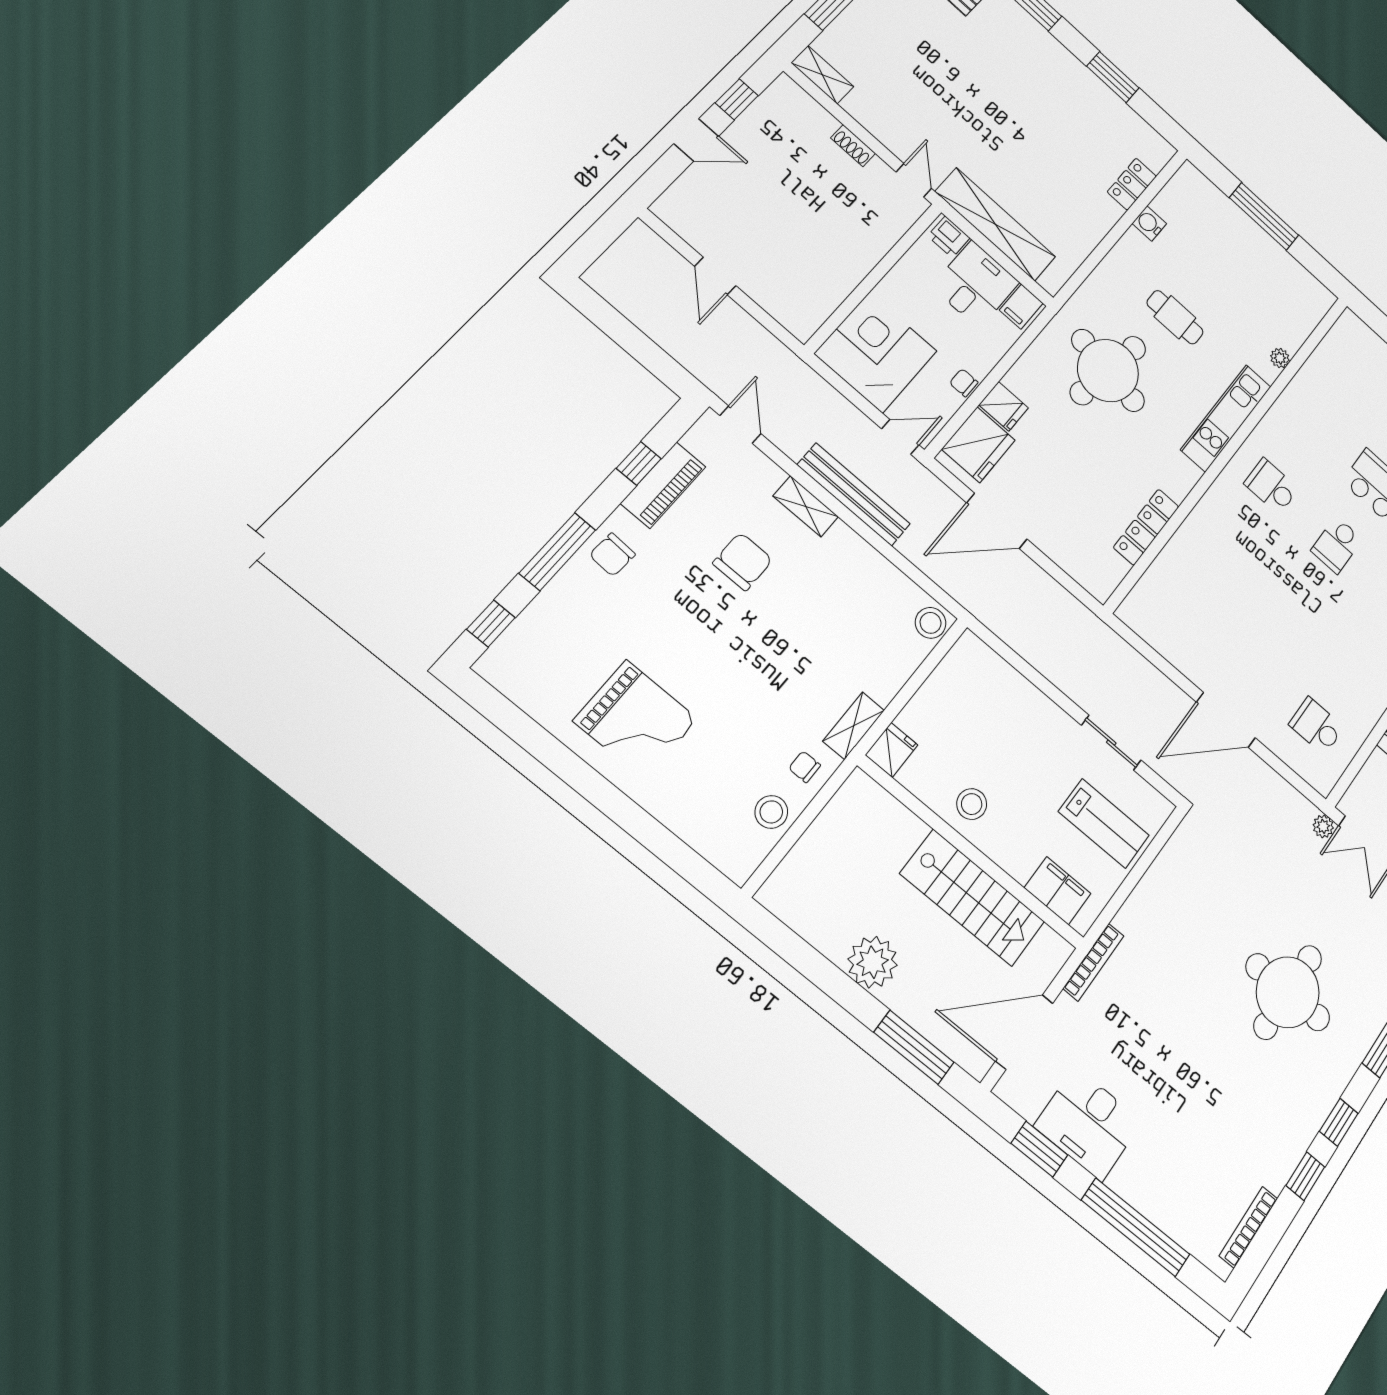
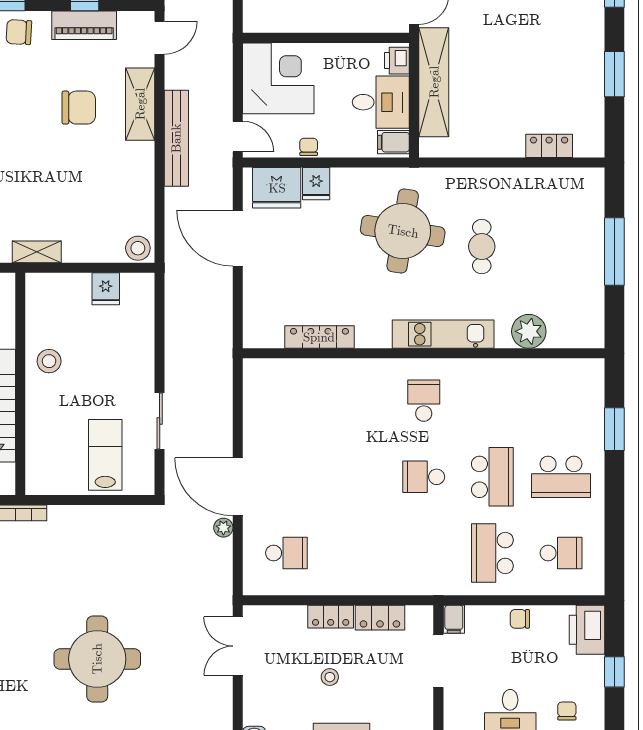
water cooler: (1149, 224) -> (532, 179), removed
plant: (1280, 358) -> (529, 331), width x1.88, depth x1.88
shelving: (806, 506) -> (140, 104), width x1.50, depth x1.33
school desk: (1317, 726) -> (286, 553), turned 90
fridge: (892, 750) -> (106, 289), moved, turned 90
lab bench: (1104, 823) -> (105, 455), turned 180
plant: (1323, 826) -> (223, 528), moved
filing cabinet: (1058, 891) -> (40, 456), removed

